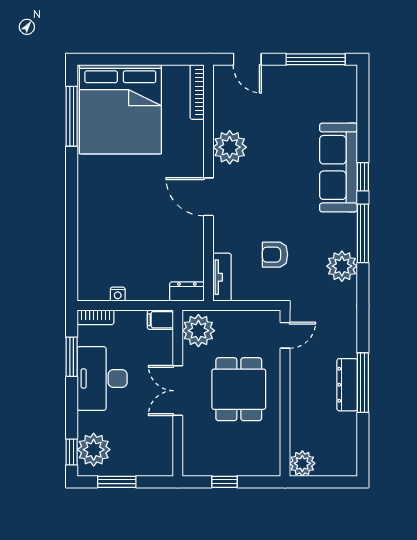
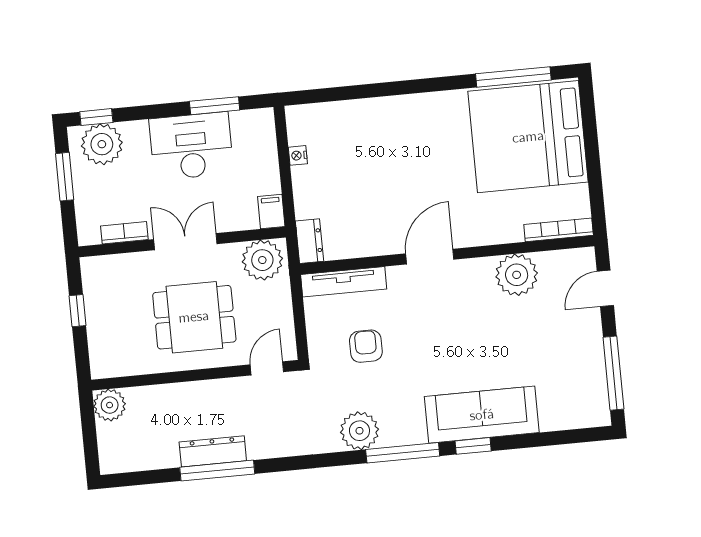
plant: (230, 147) -> (517, 275), moved
tv unit: (222, 277) -> (344, 282), width x1.41
bookcase: (95, 317) -> (124, 233), moved, turned 90
door: (285, 335) -> (267, 368), swing flipped

